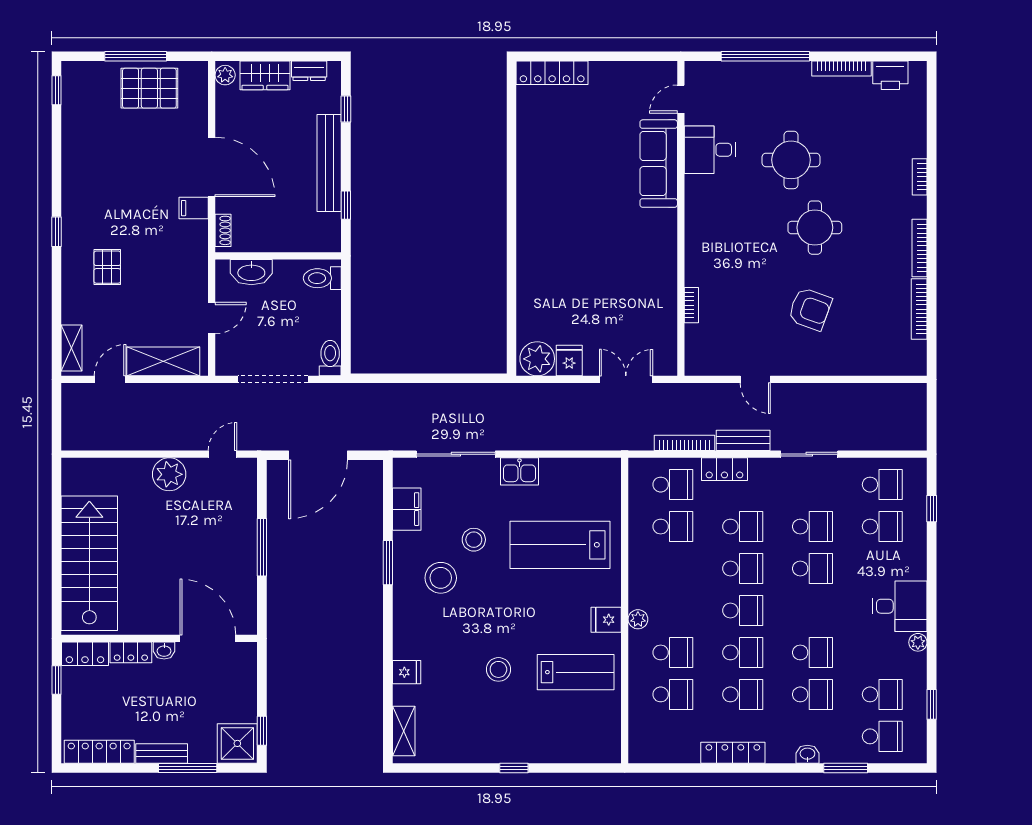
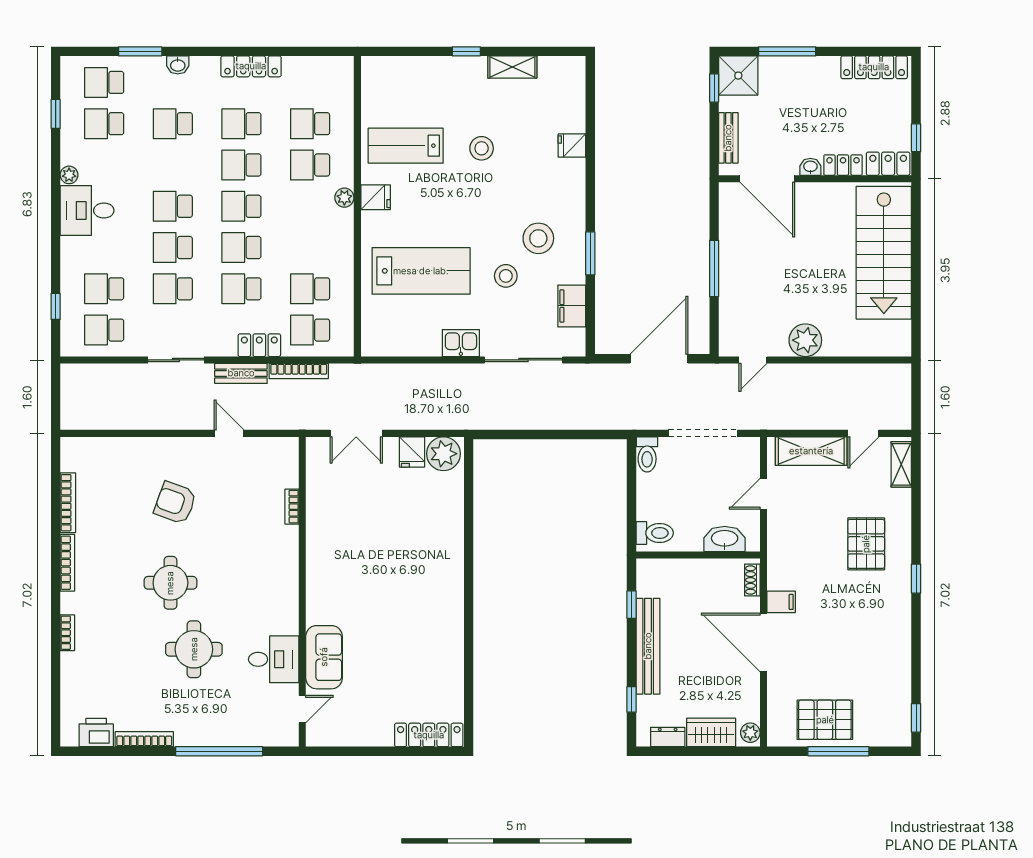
sofa: (659, 164) -> (324, 657), width x0.73
pallet: (107, 267) -> (866, 544), width x1.50, depth x1.42
school desk: (812, 652) -> (173, 206), moved
shelving: (404, 731) -> (512, 67), moved, turned 90
bench: (162, 753) -> (728, 138), moved, turned 90

